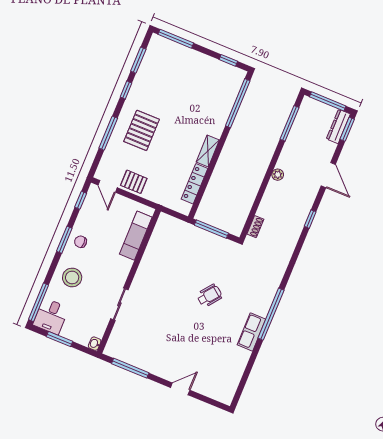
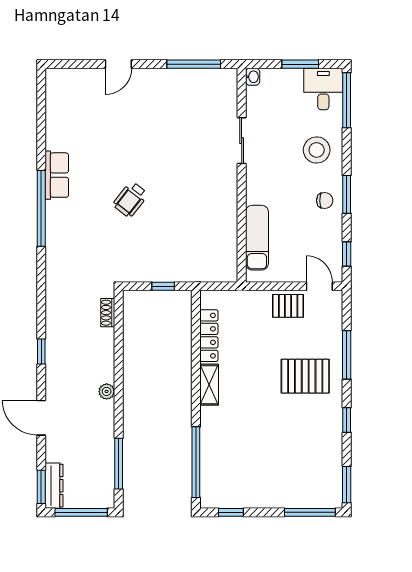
window: (138, 60) -> (347, 485), moved
pallet: (142, 130) -> (305, 376), turned 90
window: (211, 229) -> (163, 286), width x0.46

